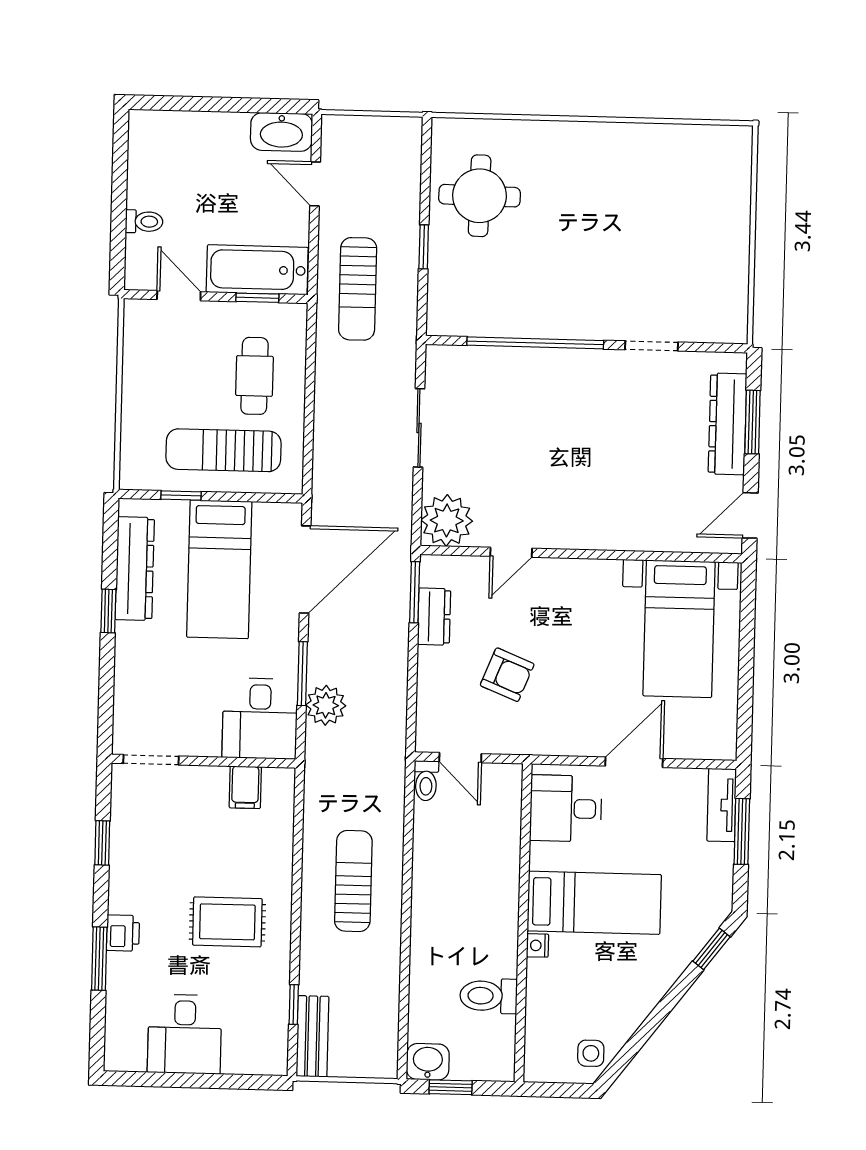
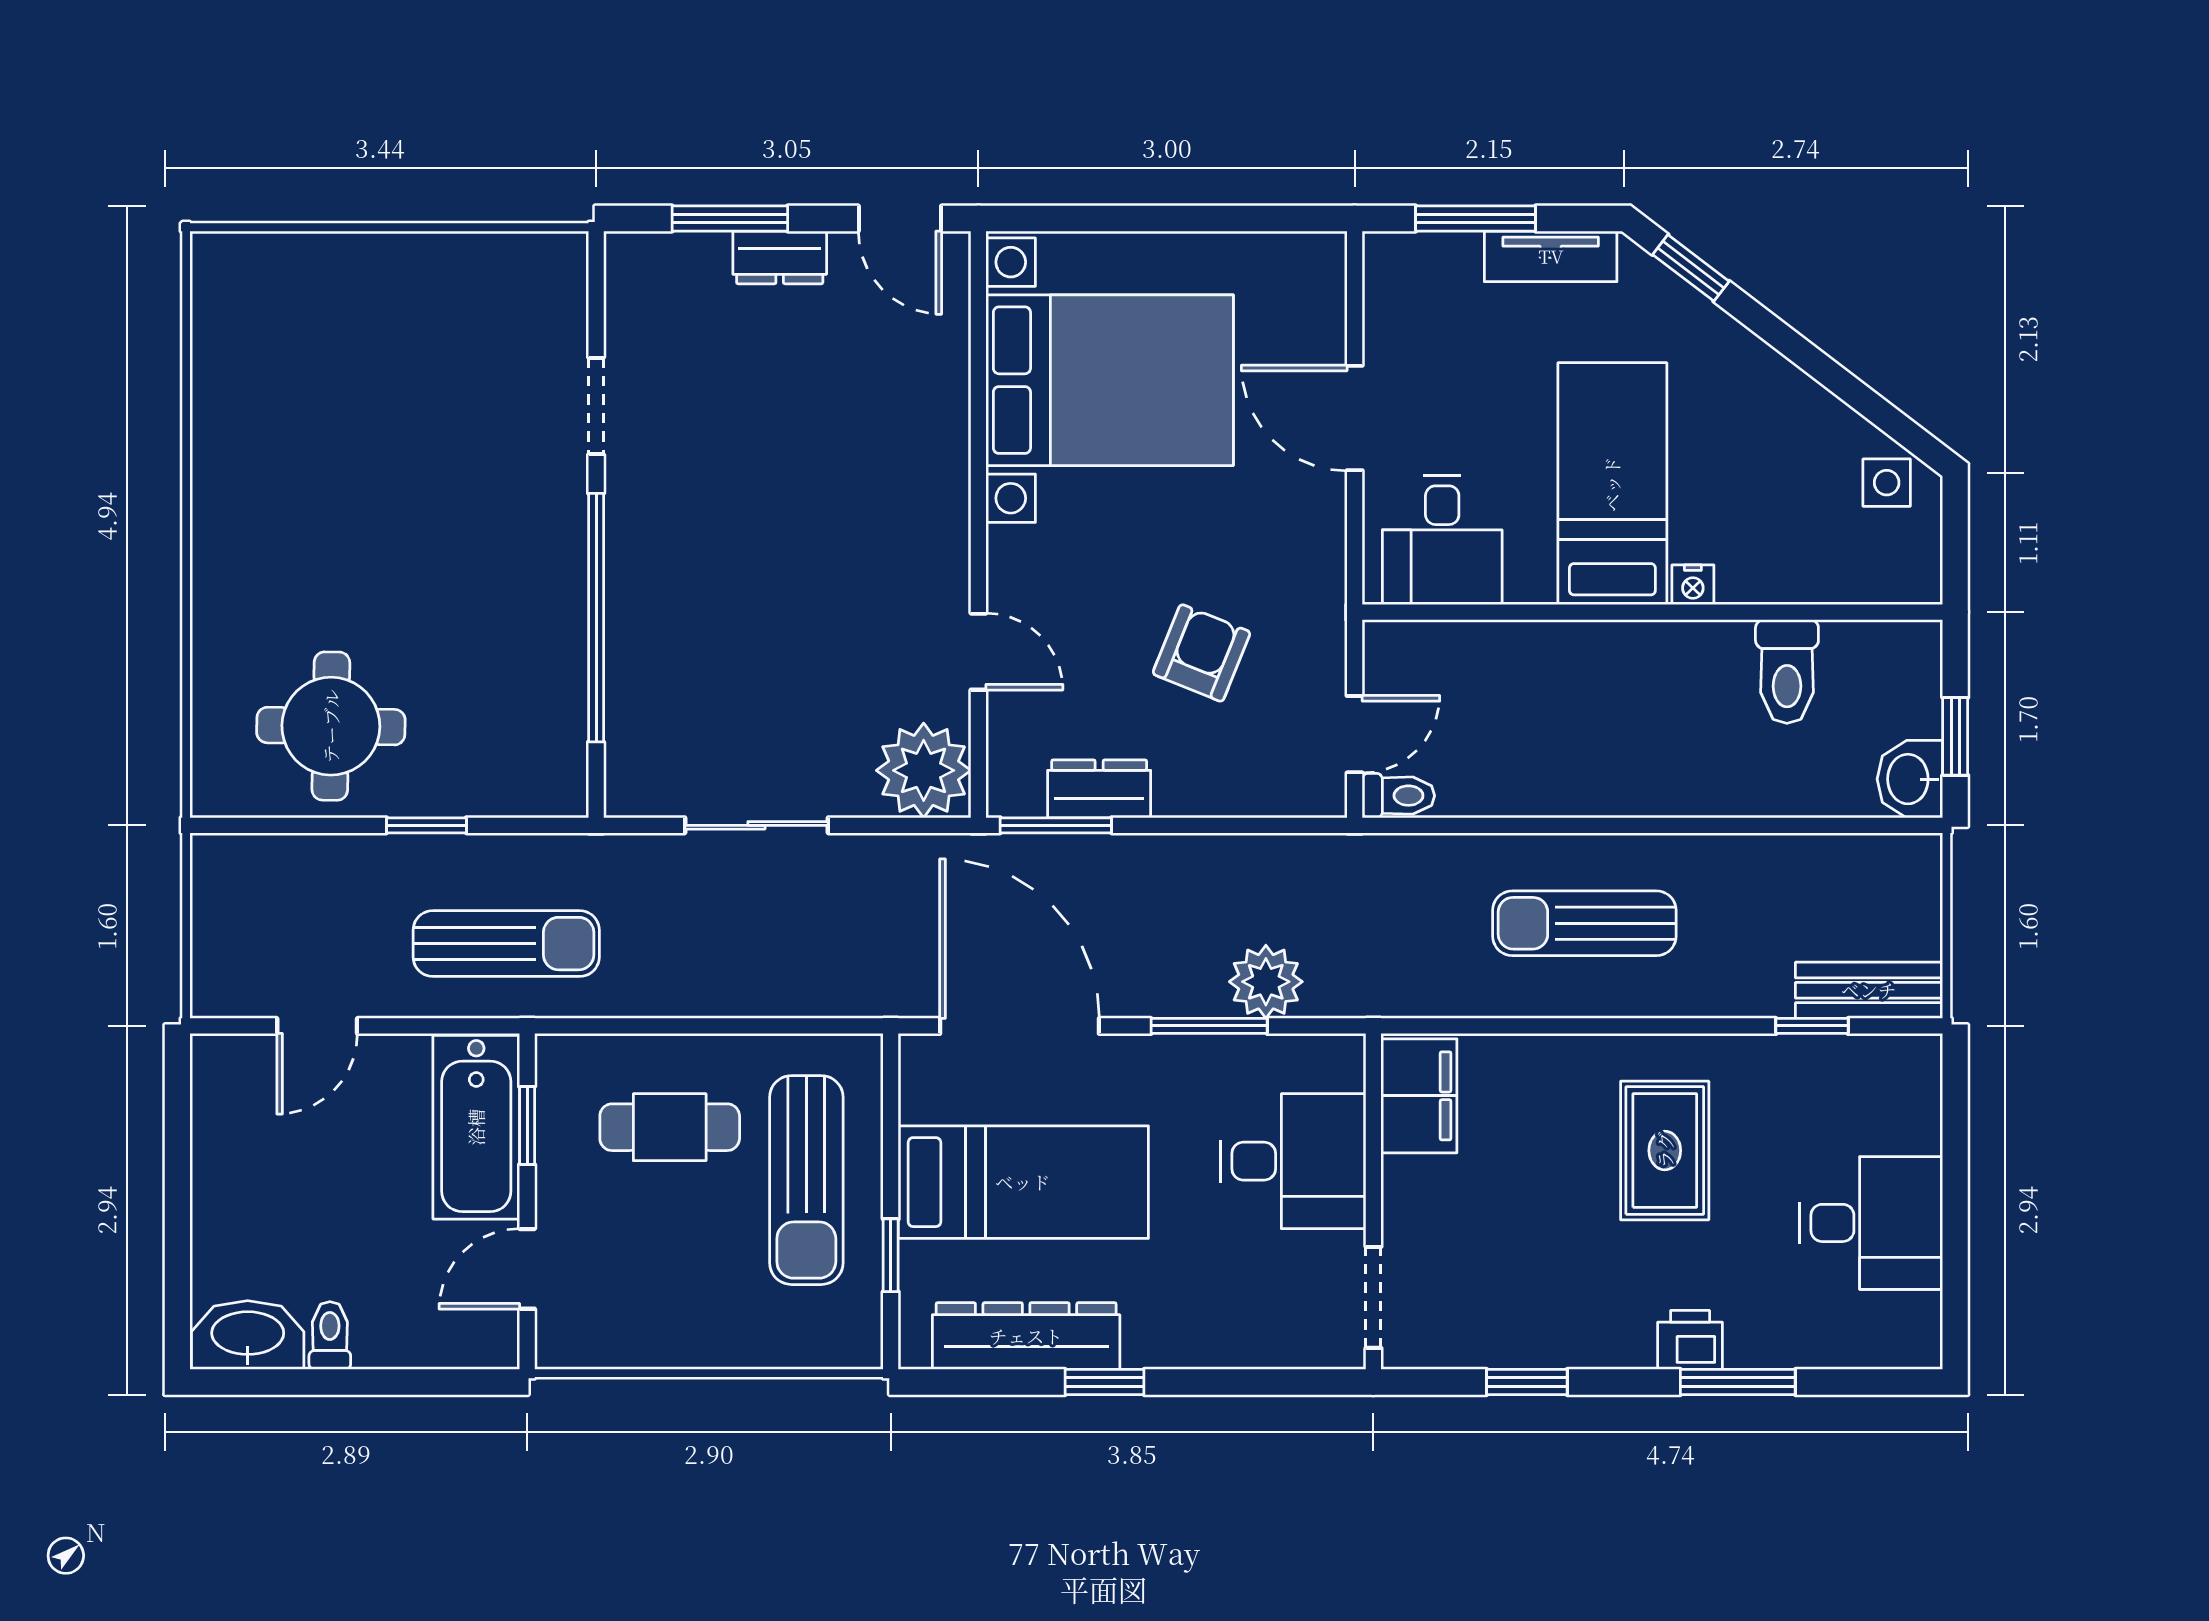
washbasin: (281, 132) -> (248, 1335), moved, turned -90
toilet: (144, 222) -> (330, 1335), moved
dresser: (728, 424) -> (780, 257), width x0.51, depth x0.80
bed with nightstands: (679, 629) -> (1110, 380), width x1.36
desk: (260, 719) -> (1293, 1161), moved
filing cabinet: (245, 787) -> (1419, 1096), width x2.00
tv unit: (722, 805) -> (1551, 256), moved

